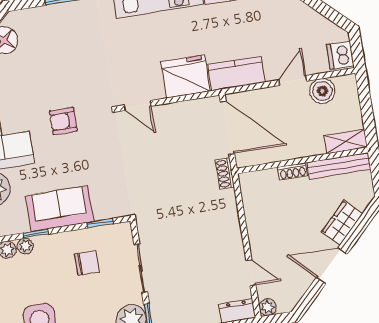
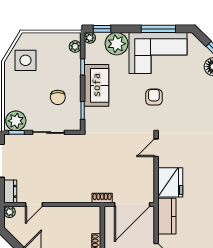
plant: (25, 246) -> (76, 59), removed

